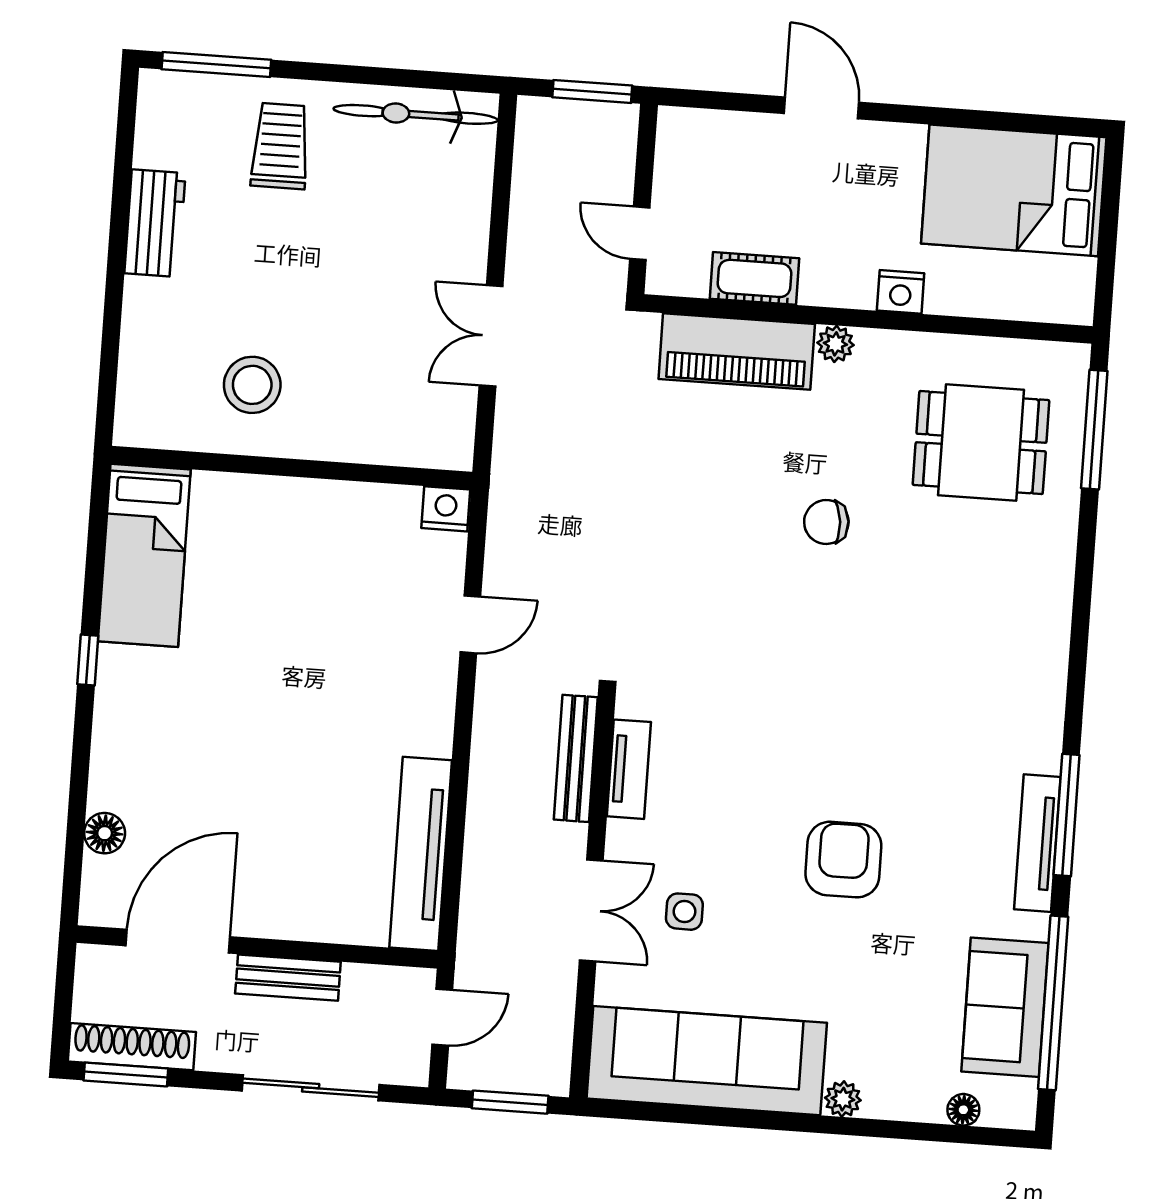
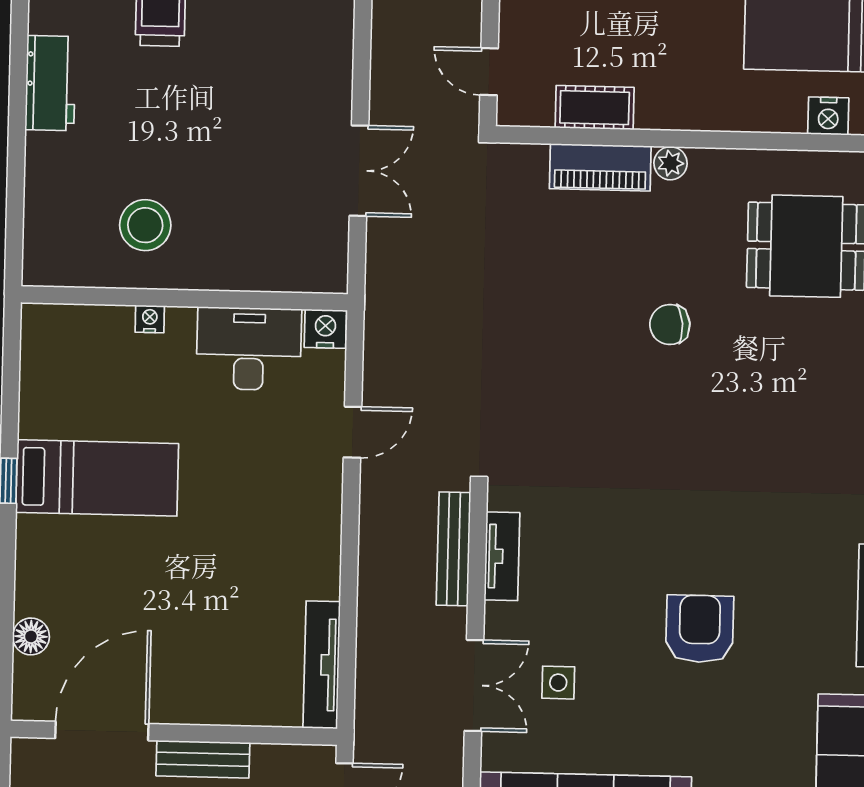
nightstand: (901, 292) -> (828, 116), moved
double door: (491, 336) -> (359, 171), swing flipped
piano: (737, 351) -> (600, 167), width x0.73, depth x0.75
nightstand: (252, 489) -> (150, 319), added
desk: (360, 527) -> (249, 349), added
bed: (144, 555) -> (97, 478), moved, turned -90
tv unit: (421, 854) -> (322, 665), width x0.73, depth x0.78

